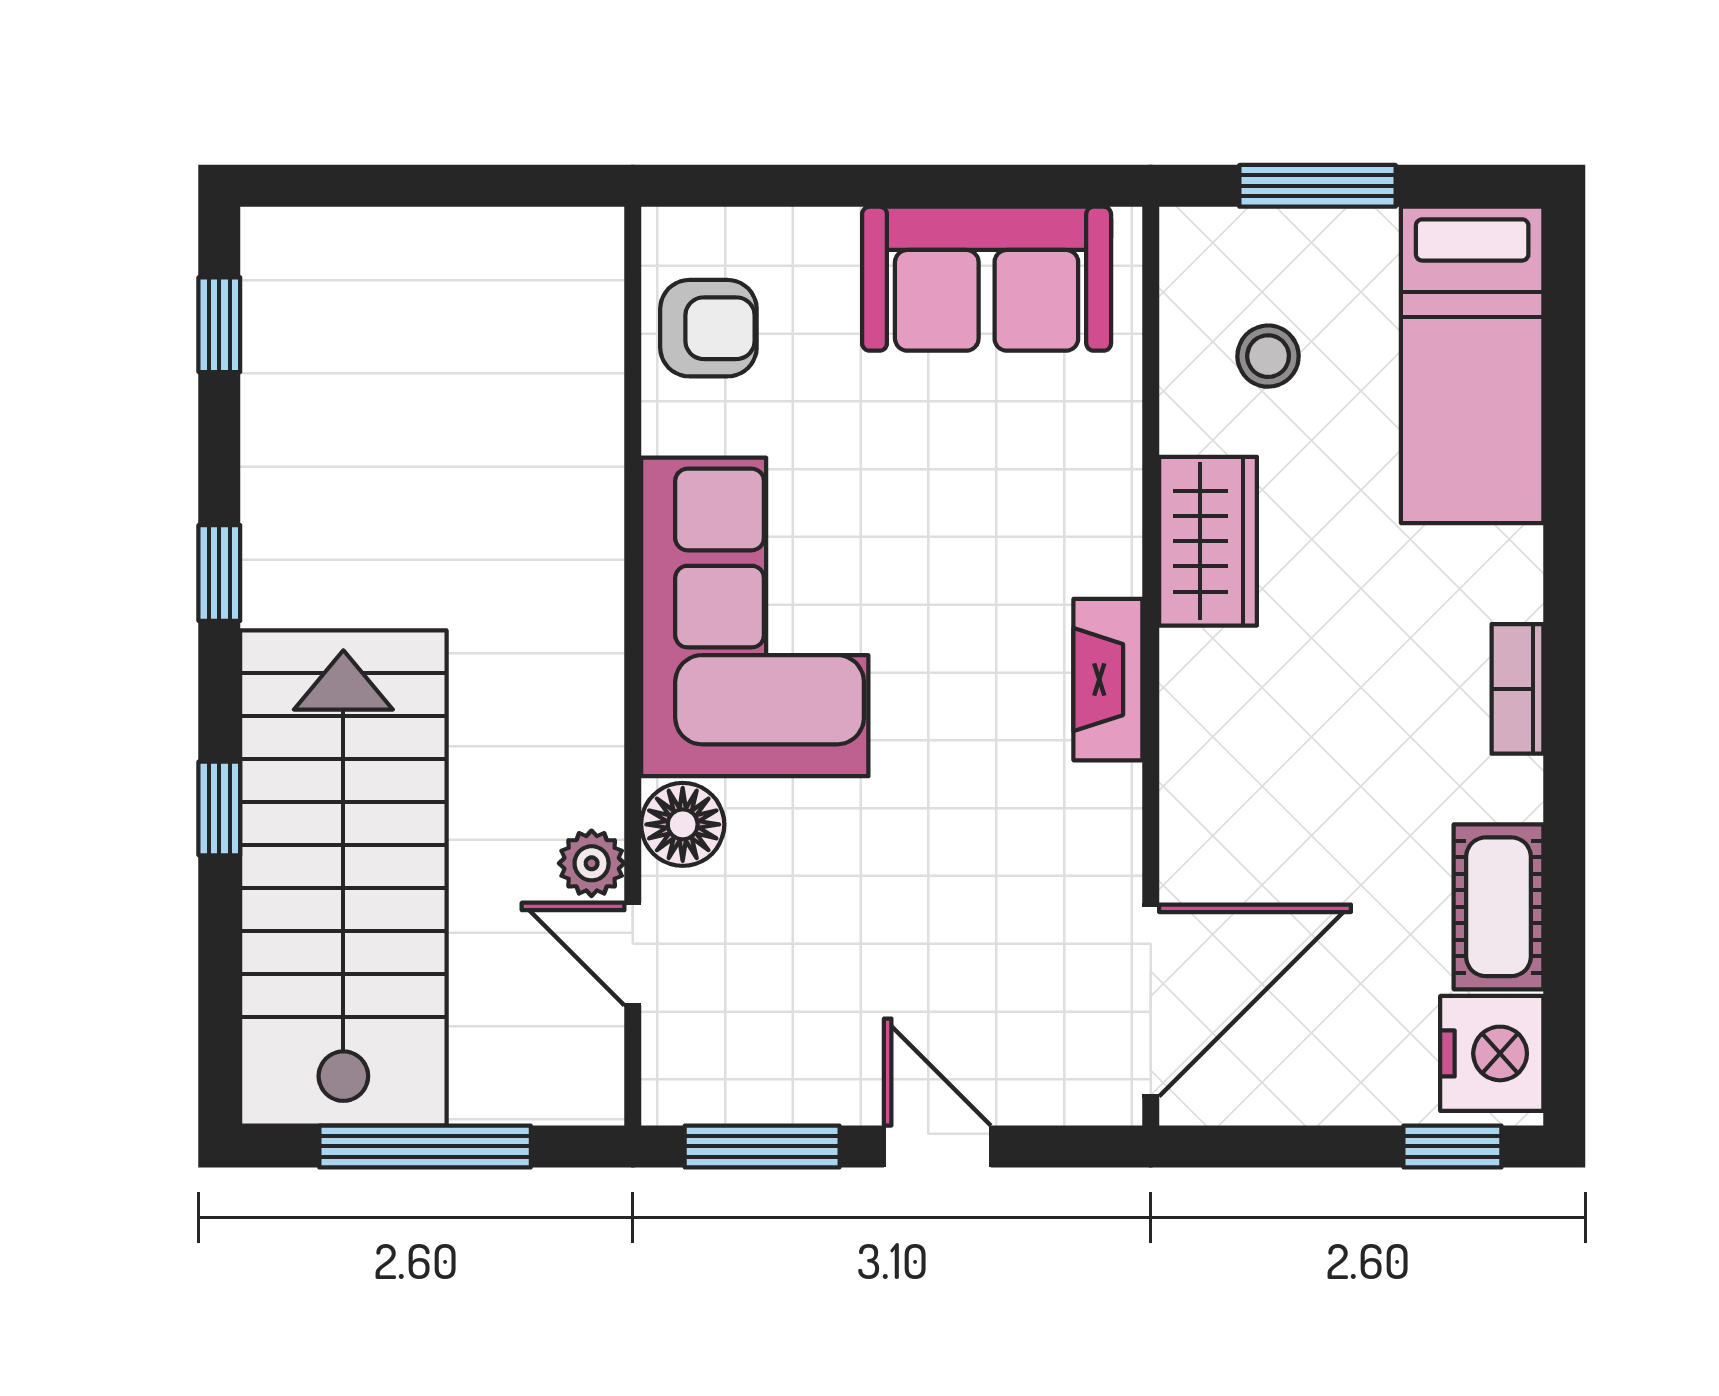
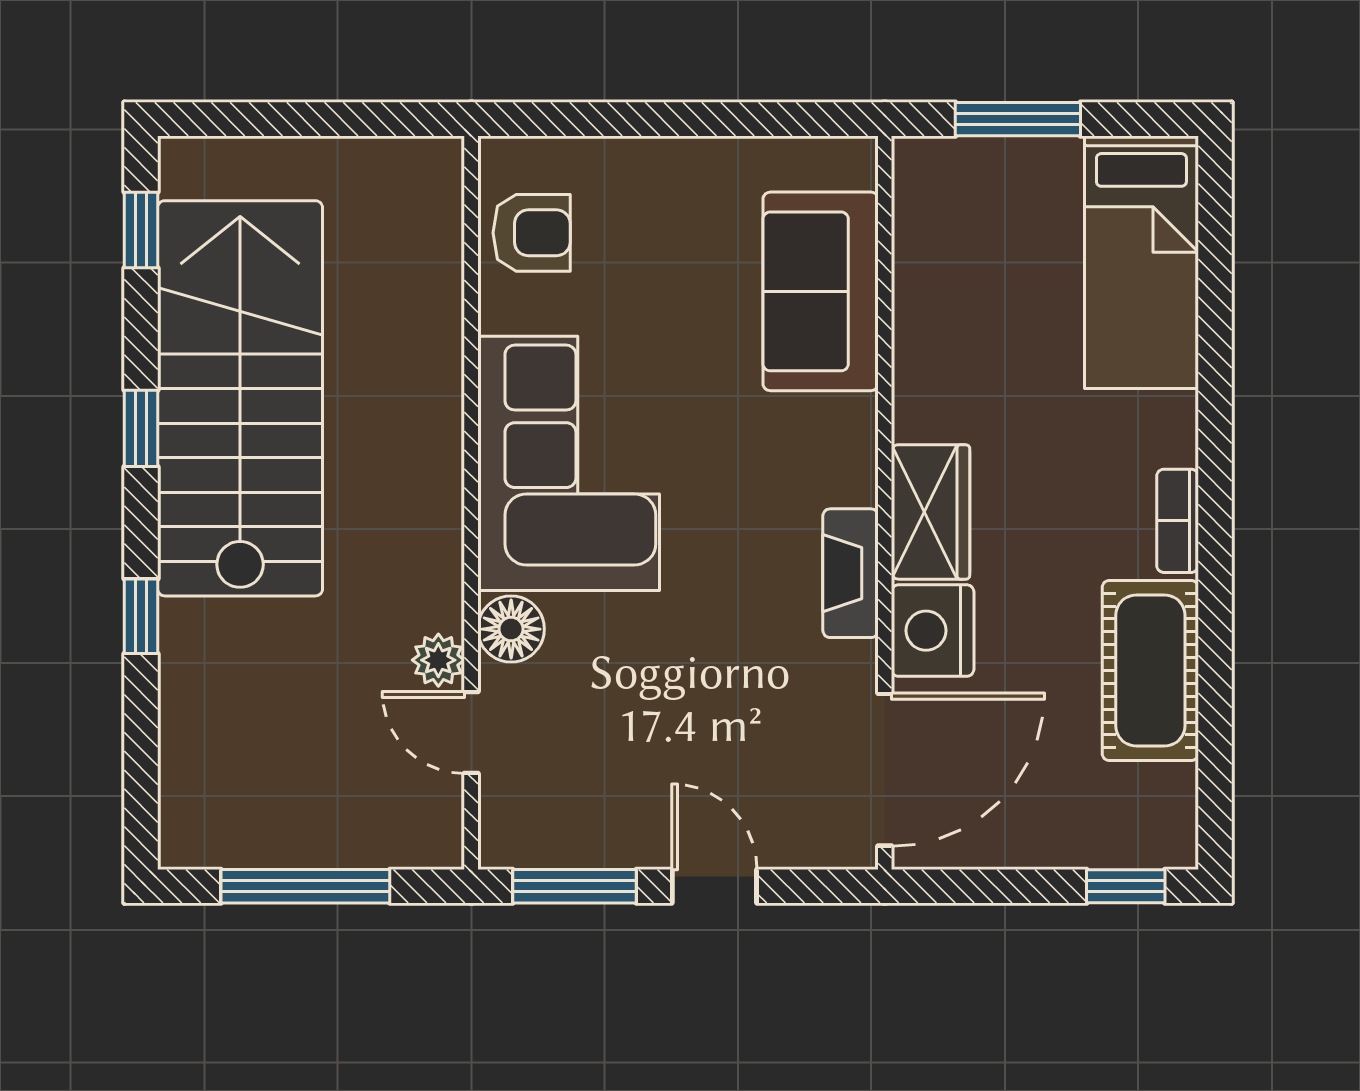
sofa: (987, 279) -> (821, 291), moved, turned 90
stool: (1268, 356) -> (978, 255), removed
wardrobe: (1208, 541) -> (930, 512), moved
fireplace: (1108, 680) -> (851, 573), moved
stairs: (343, 878) -> (240, 398), moved
cot: (1499, 907) -> (1150, 671), width x1.37, depth x1.34
nightstand: (1492, 1053) -> (933, 631), moved, turned 180

